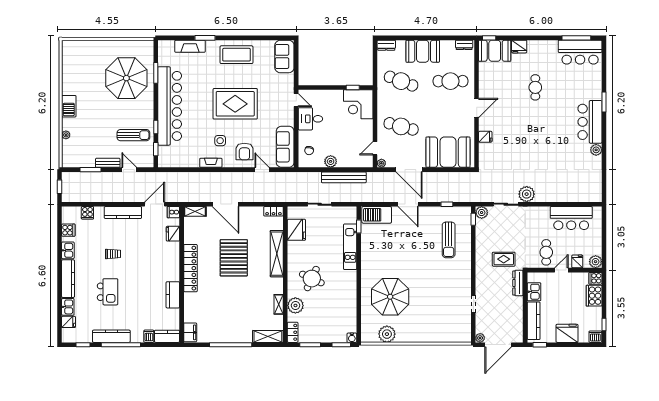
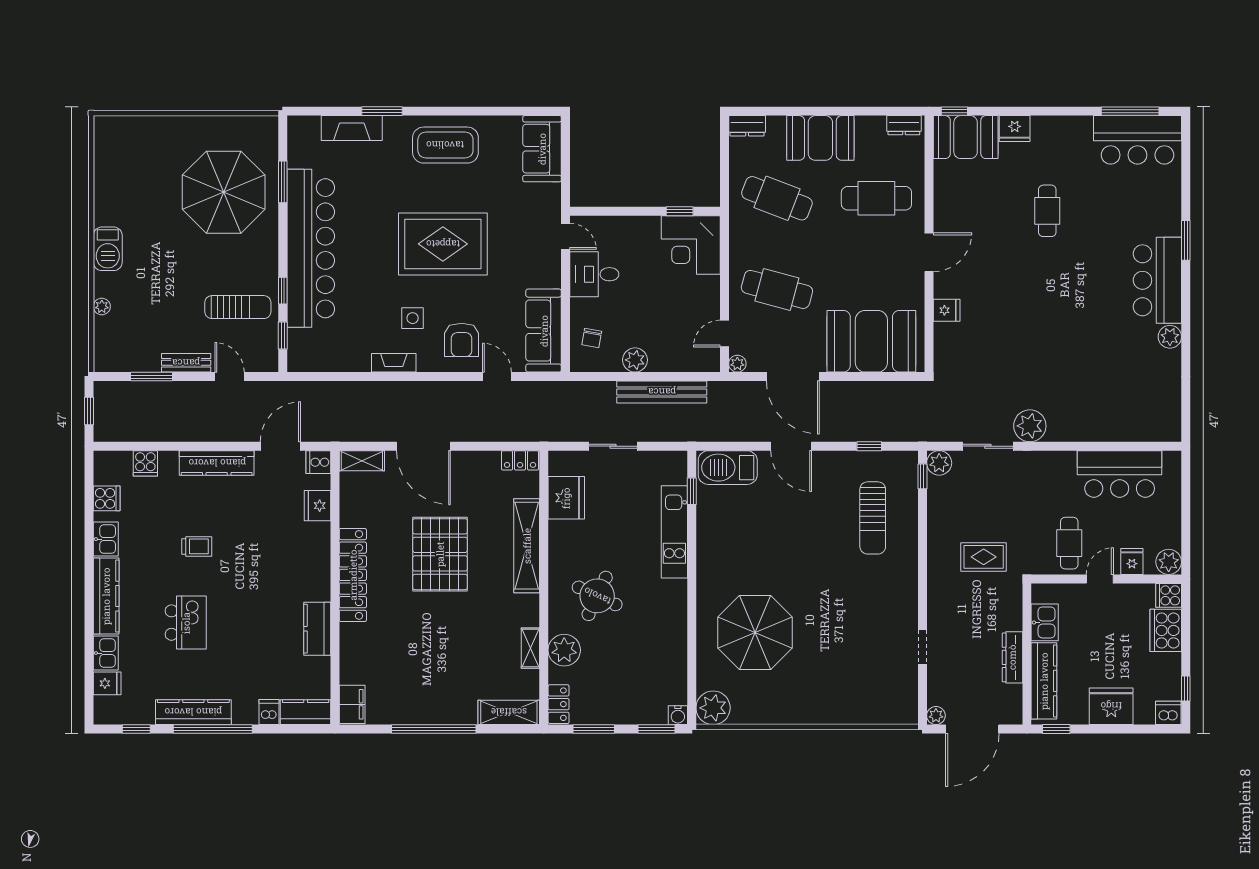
dresser: (518, 283) -> (1012, 657), moved
plant: (387, 334) -> (713, 708), moved

